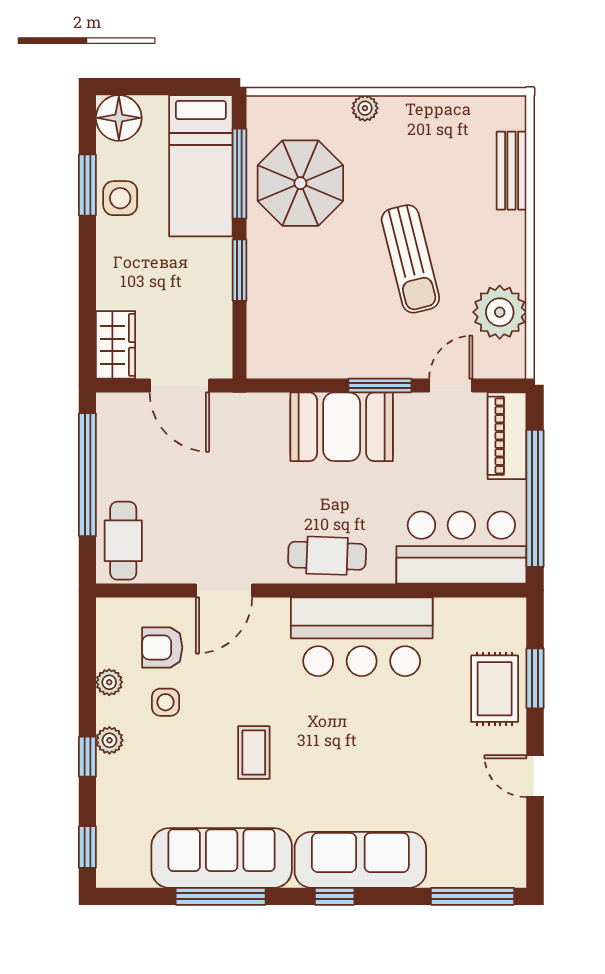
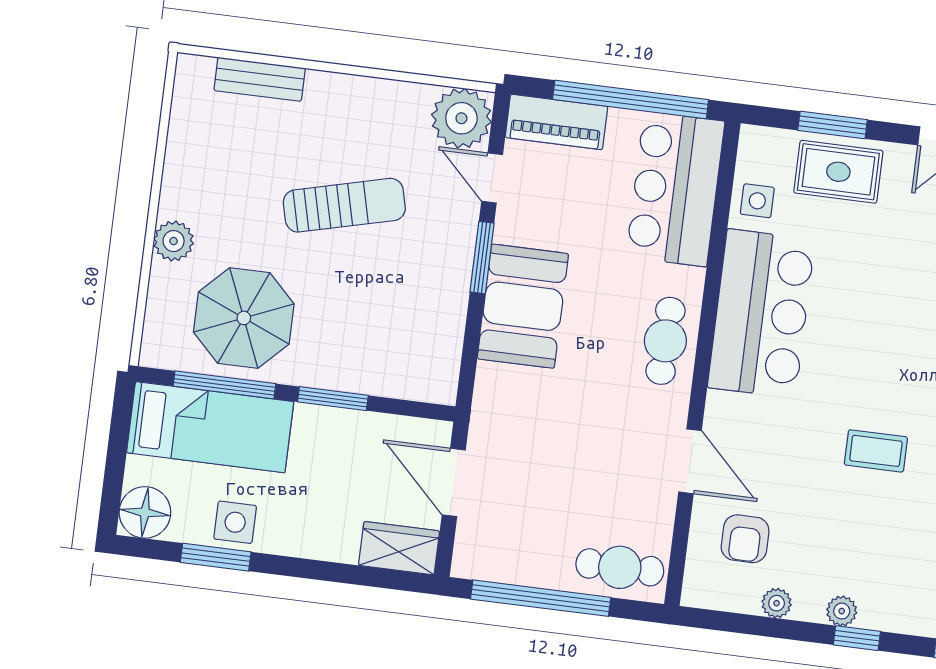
plant: (365, 108) -> (174, 241), width x1.38, depth x1.38
plant: (500, 312) -> (461, 118), moved
door: (179, 386) -> (454, 482), swing flipped
side table: (166, 702) -> (757, 201), moved

